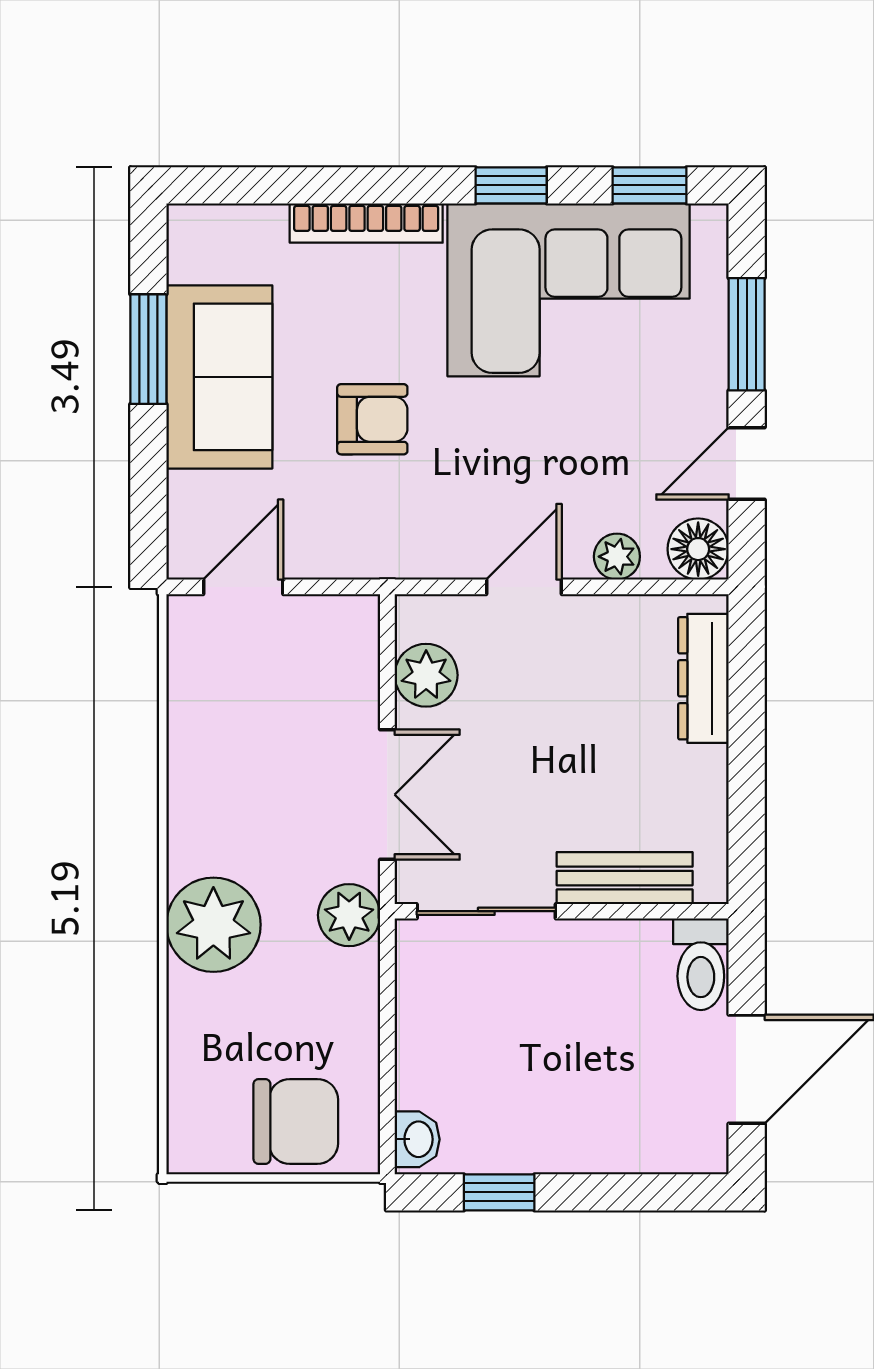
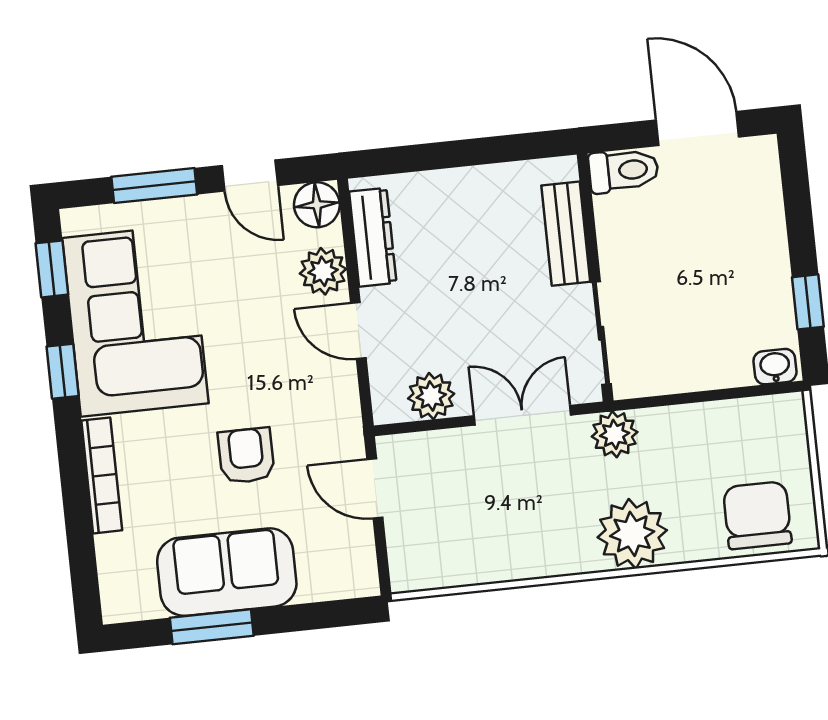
plant: (617, 557) -> (323, 271), width x1.38, depth x1.38
door: (243, 587) -> (375, 488), moved
dresser: (703, 678) -> (373, 237), moved, turned -90
chair: (296, 1121) -> (757, 515), moved

